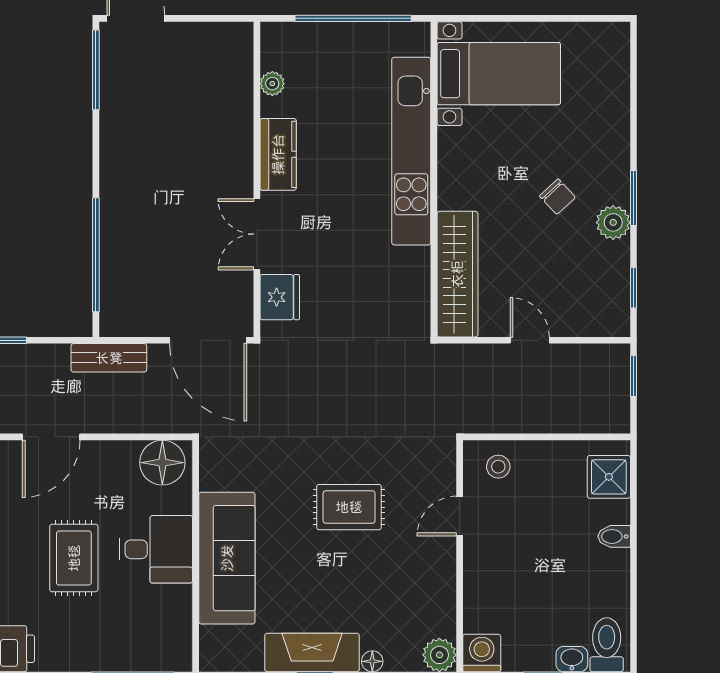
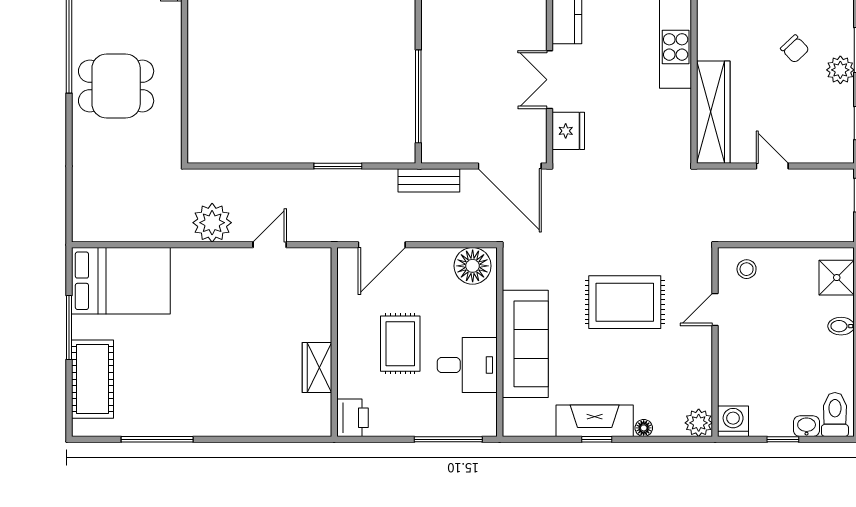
rug: (349, 507) -> (625, 302), width x1.36, depth x1.43
desk: (156, 549) -> (467, 365), moved

